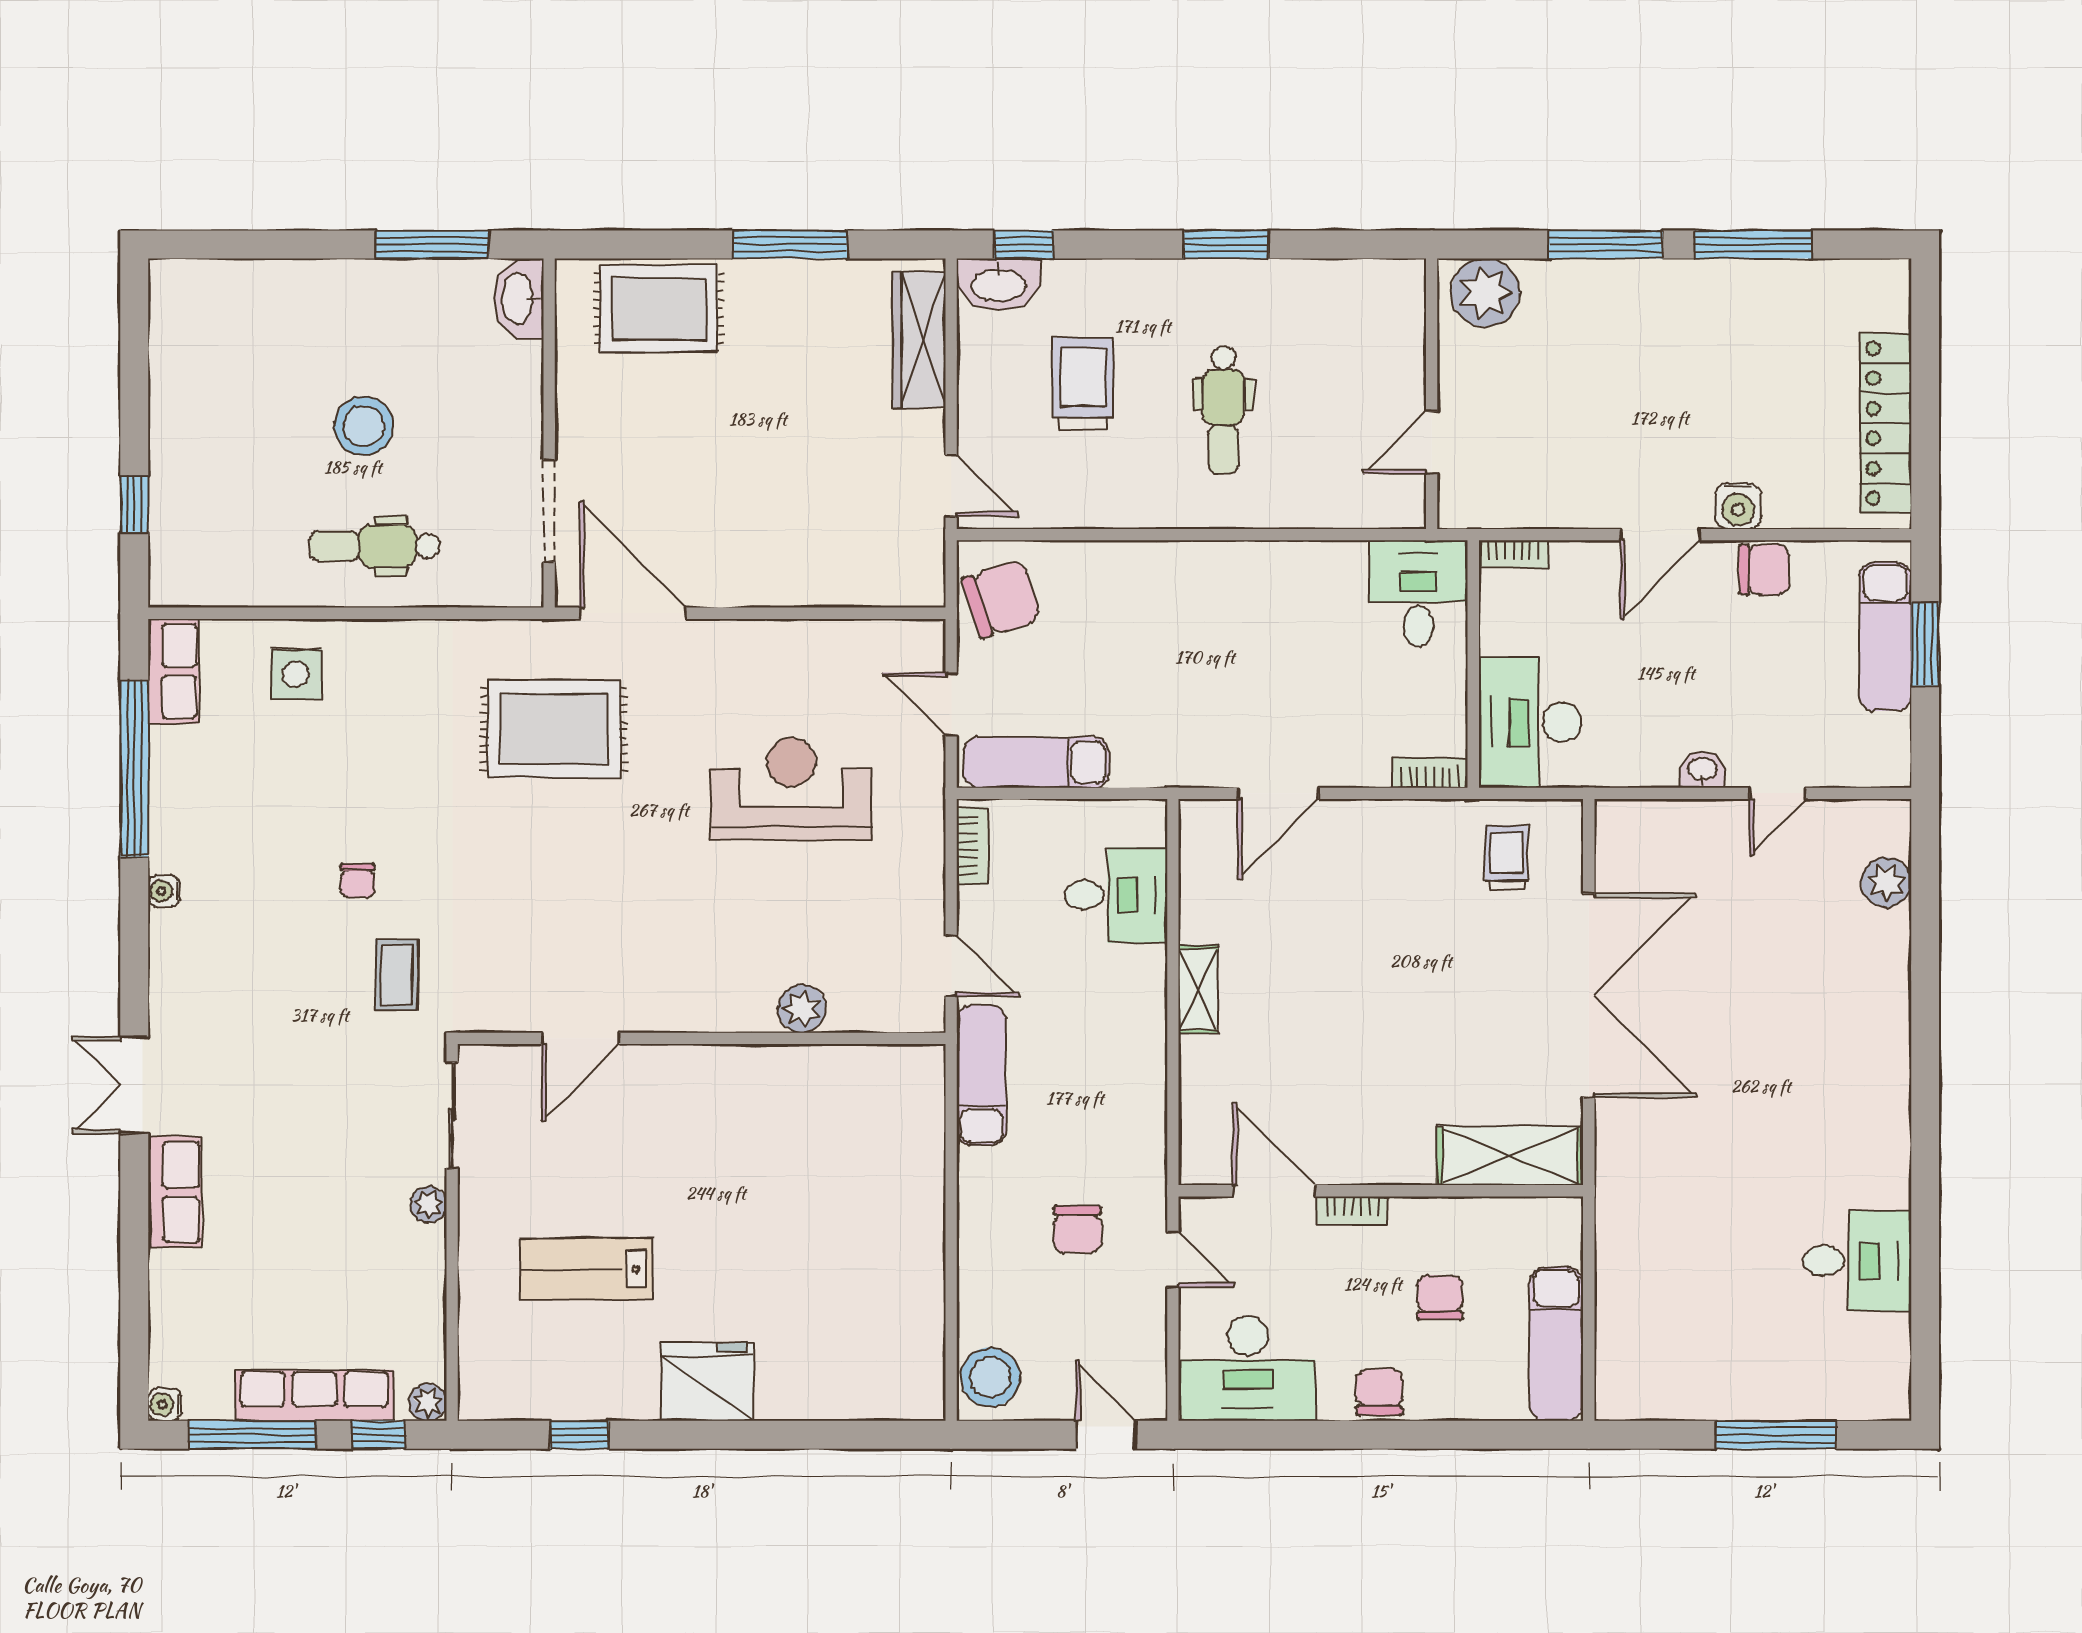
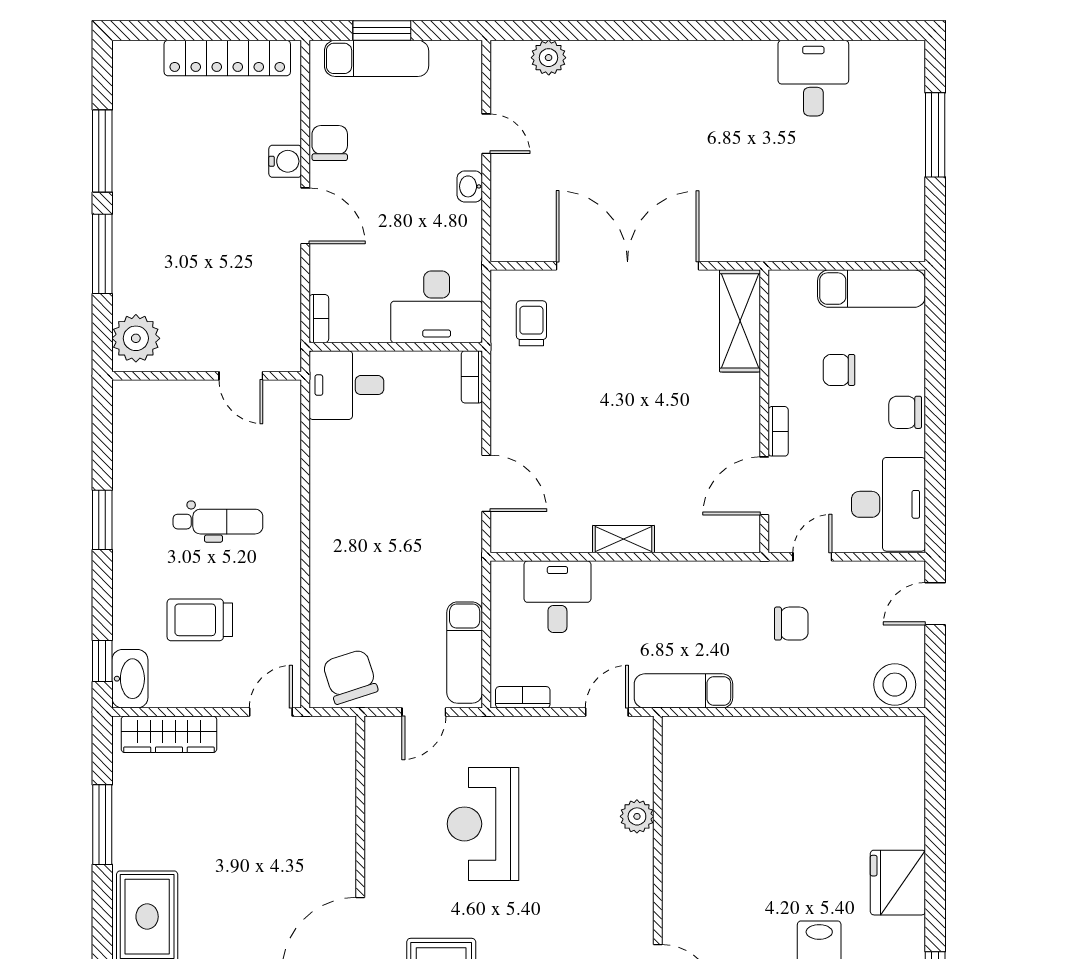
trolley: (1507, 858) -> (531, 323), turned 90

